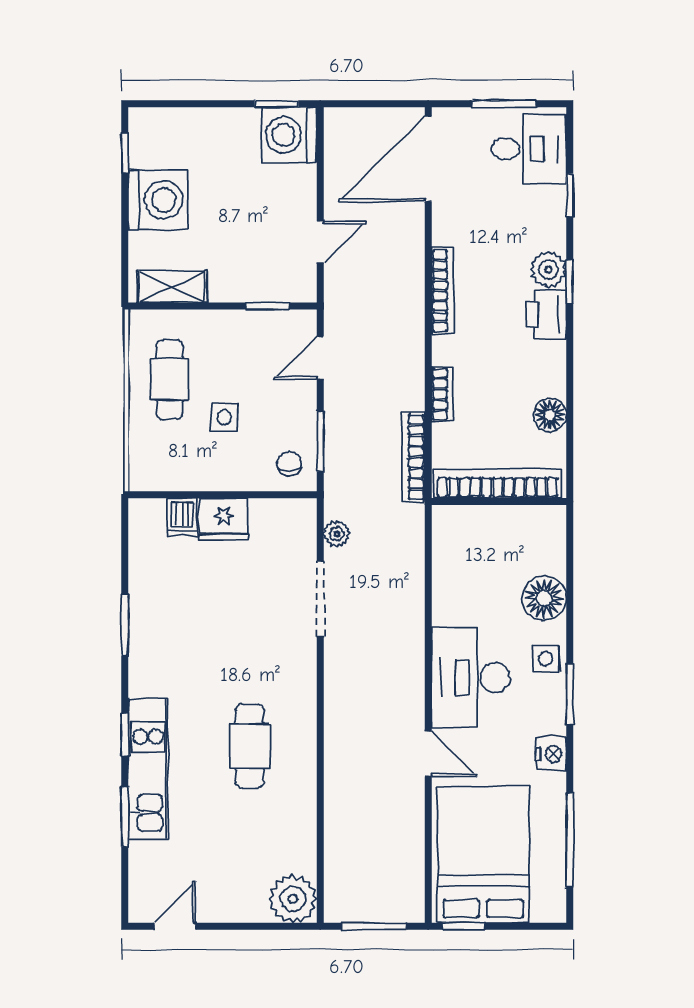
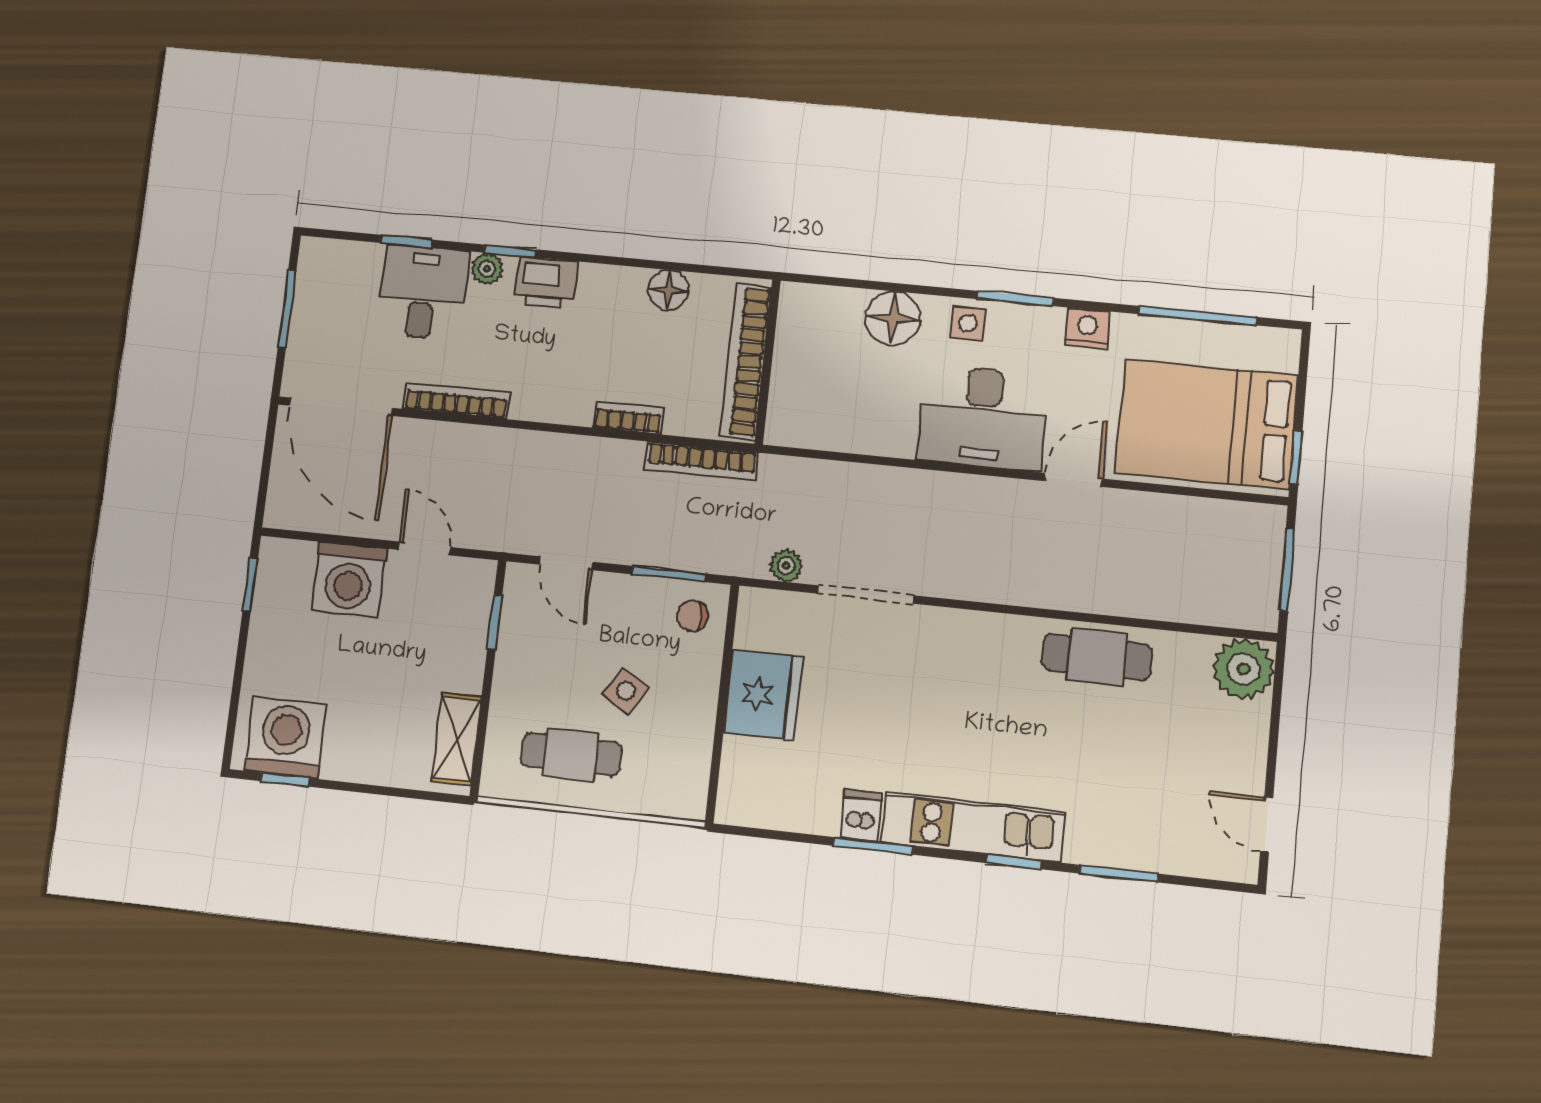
washing machine: (289, 135) -> (349, 579), moved
desk: (529, 149) -> (423, 292), moved
washing machine: (158, 200) -> (285, 737), moved
plant: (548, 270) -> (487, 269), width x0.73, depth x0.73
bookcase: (443, 291) -> (456, 401), moved
side table: (224, 417) -> (626, 691), turned 31
dishwasher: (182, 517) -> (861, 815), moved, turned -90
fridge: (224, 519) -> (763, 695), width x1.36, depth x1.34
cafe table: (250, 746) -> (1097, 657), moved
kitchen unit: (148, 769) -> (973, 827), moved

